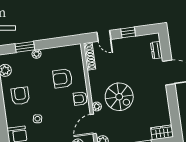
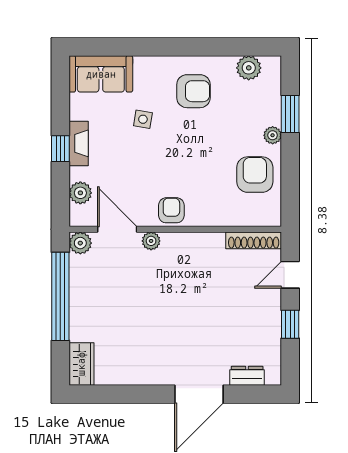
armchair: (63, 78) -> (255, 175), moved
spiral stairs: (119, 97) -> (164, 288), removed

